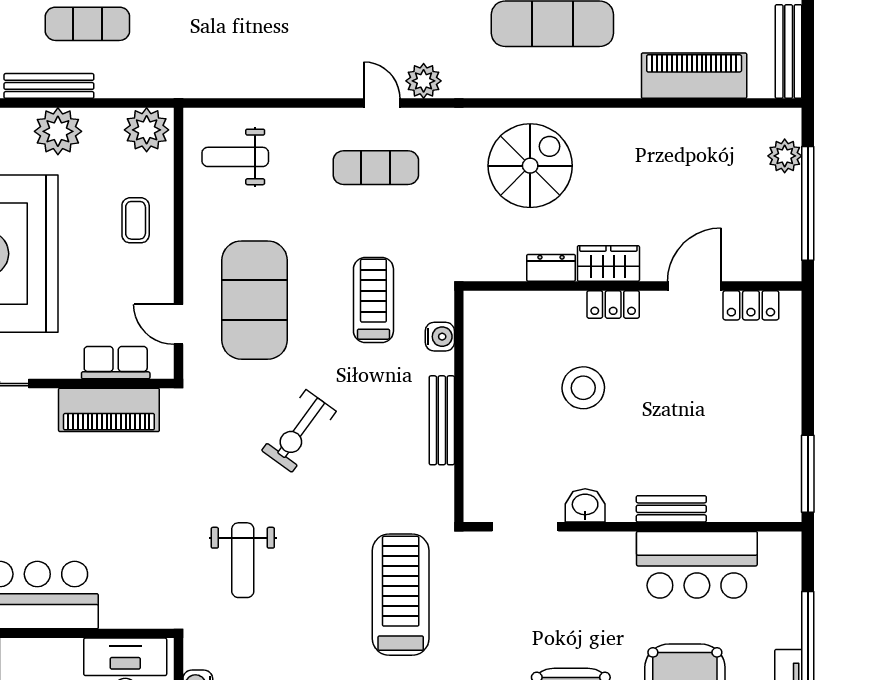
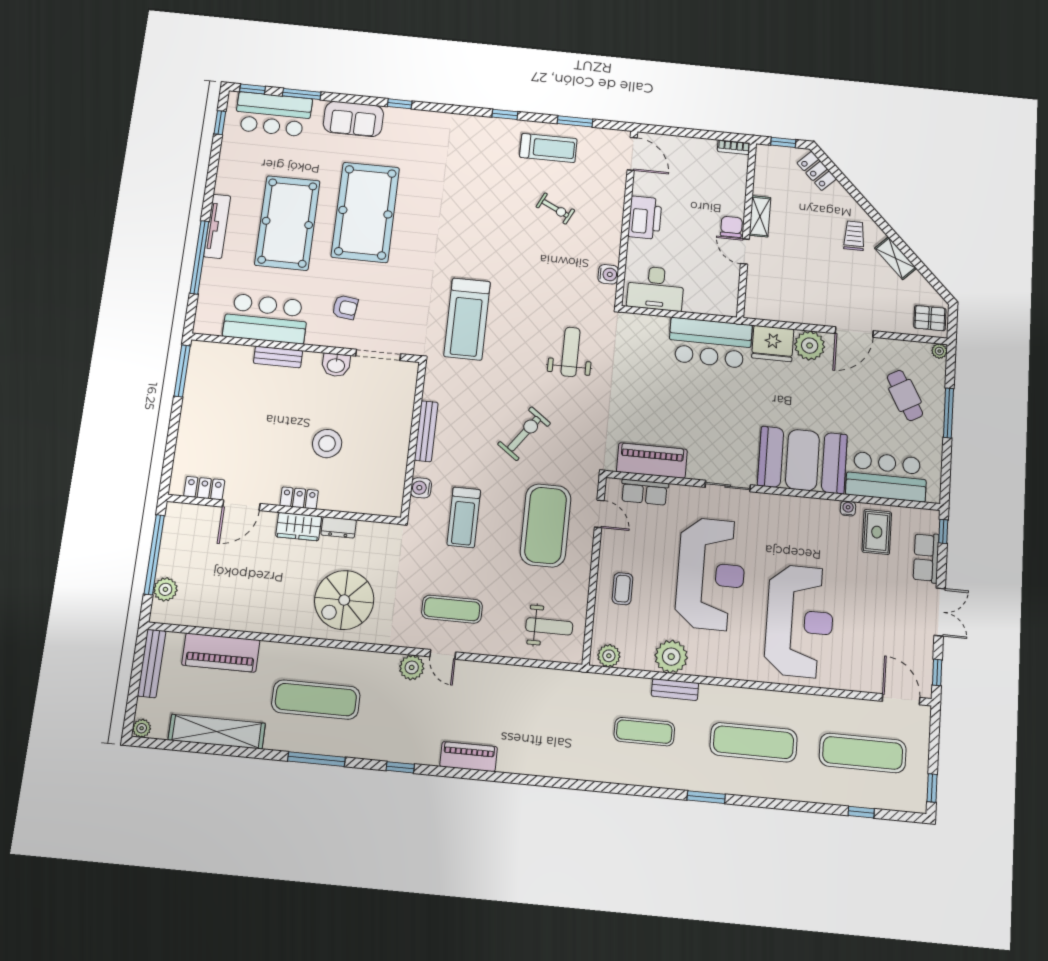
bench: (49, 86) -> (675, 690), width x0.73
plant: (147, 130) -> (609, 656), width x0.73, depth x0.73
armchair: (583, 594) -> (345, 307), added

